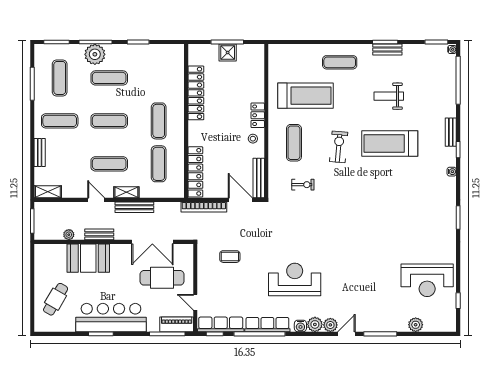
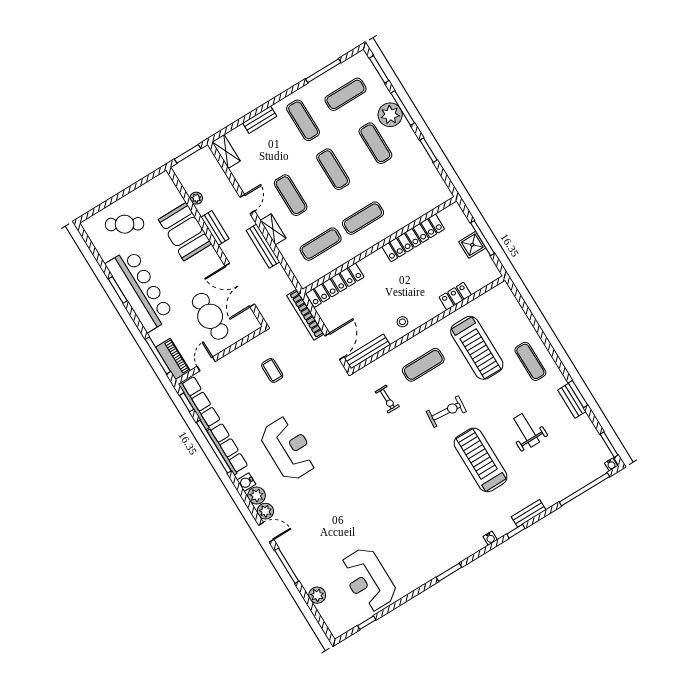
locker: (258, 115) -> (455, 296), moved

